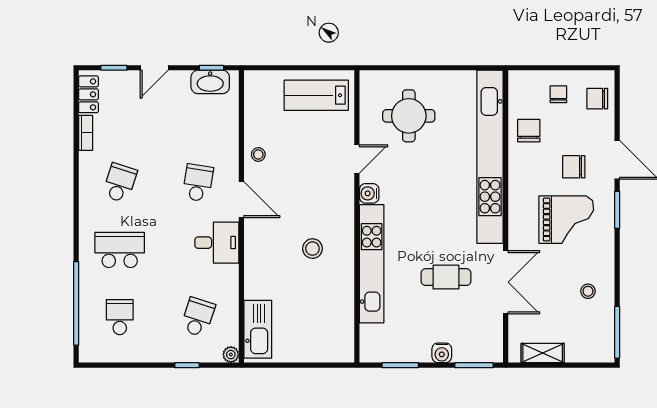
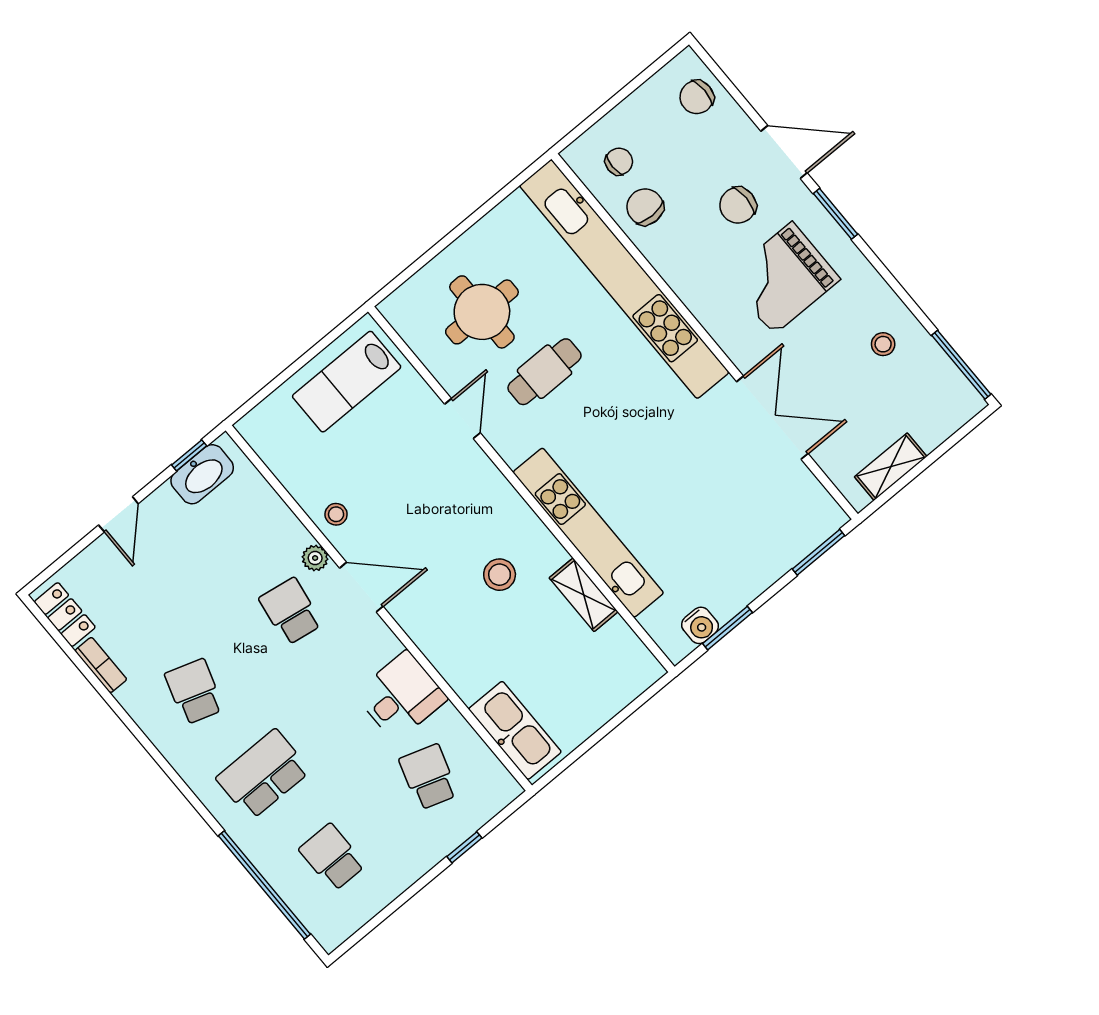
window: (114, 68) -> (69, 556), removed
chair: (558, 94) -> (619, 162), moved, turned 90
water cooler: (369, 193) -> (513, 448), removed
grand piano: (566, 220) -> (783, 278), turned 180
desk: (217, 243) -> (401, 696), moved
cafe table: (446, 277) -> (545, 372), moved
shelving: (345, 292) -> (584, 595), added
water cooler: (442, 353) -> (700, 625), moved
plant: (231, 355) -> (315, 558), moved

